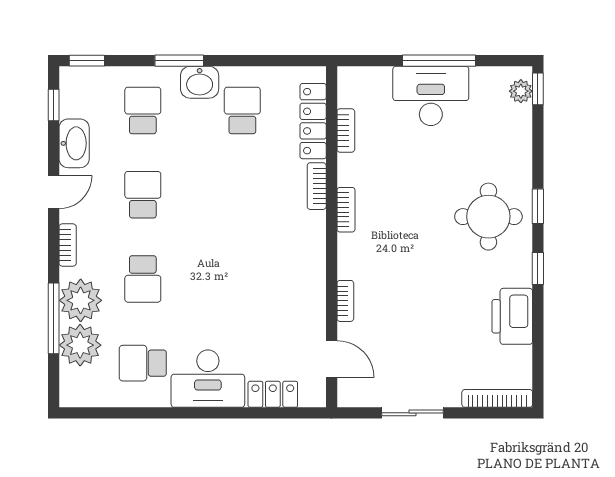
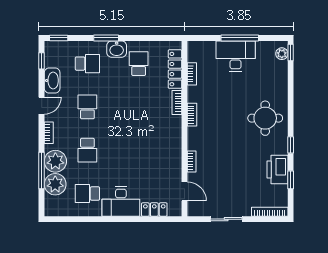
school desk: (143, 110) -> (87, 64), turned 90
window: (538, 206) -> (291, 180), moved

